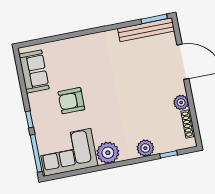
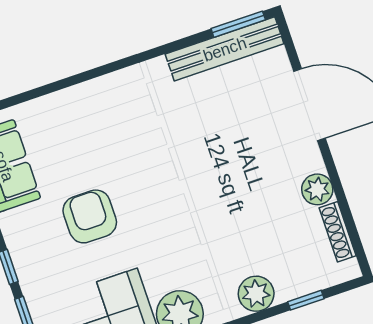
armchair: (71, 101) -> (90, 216), turned 90

